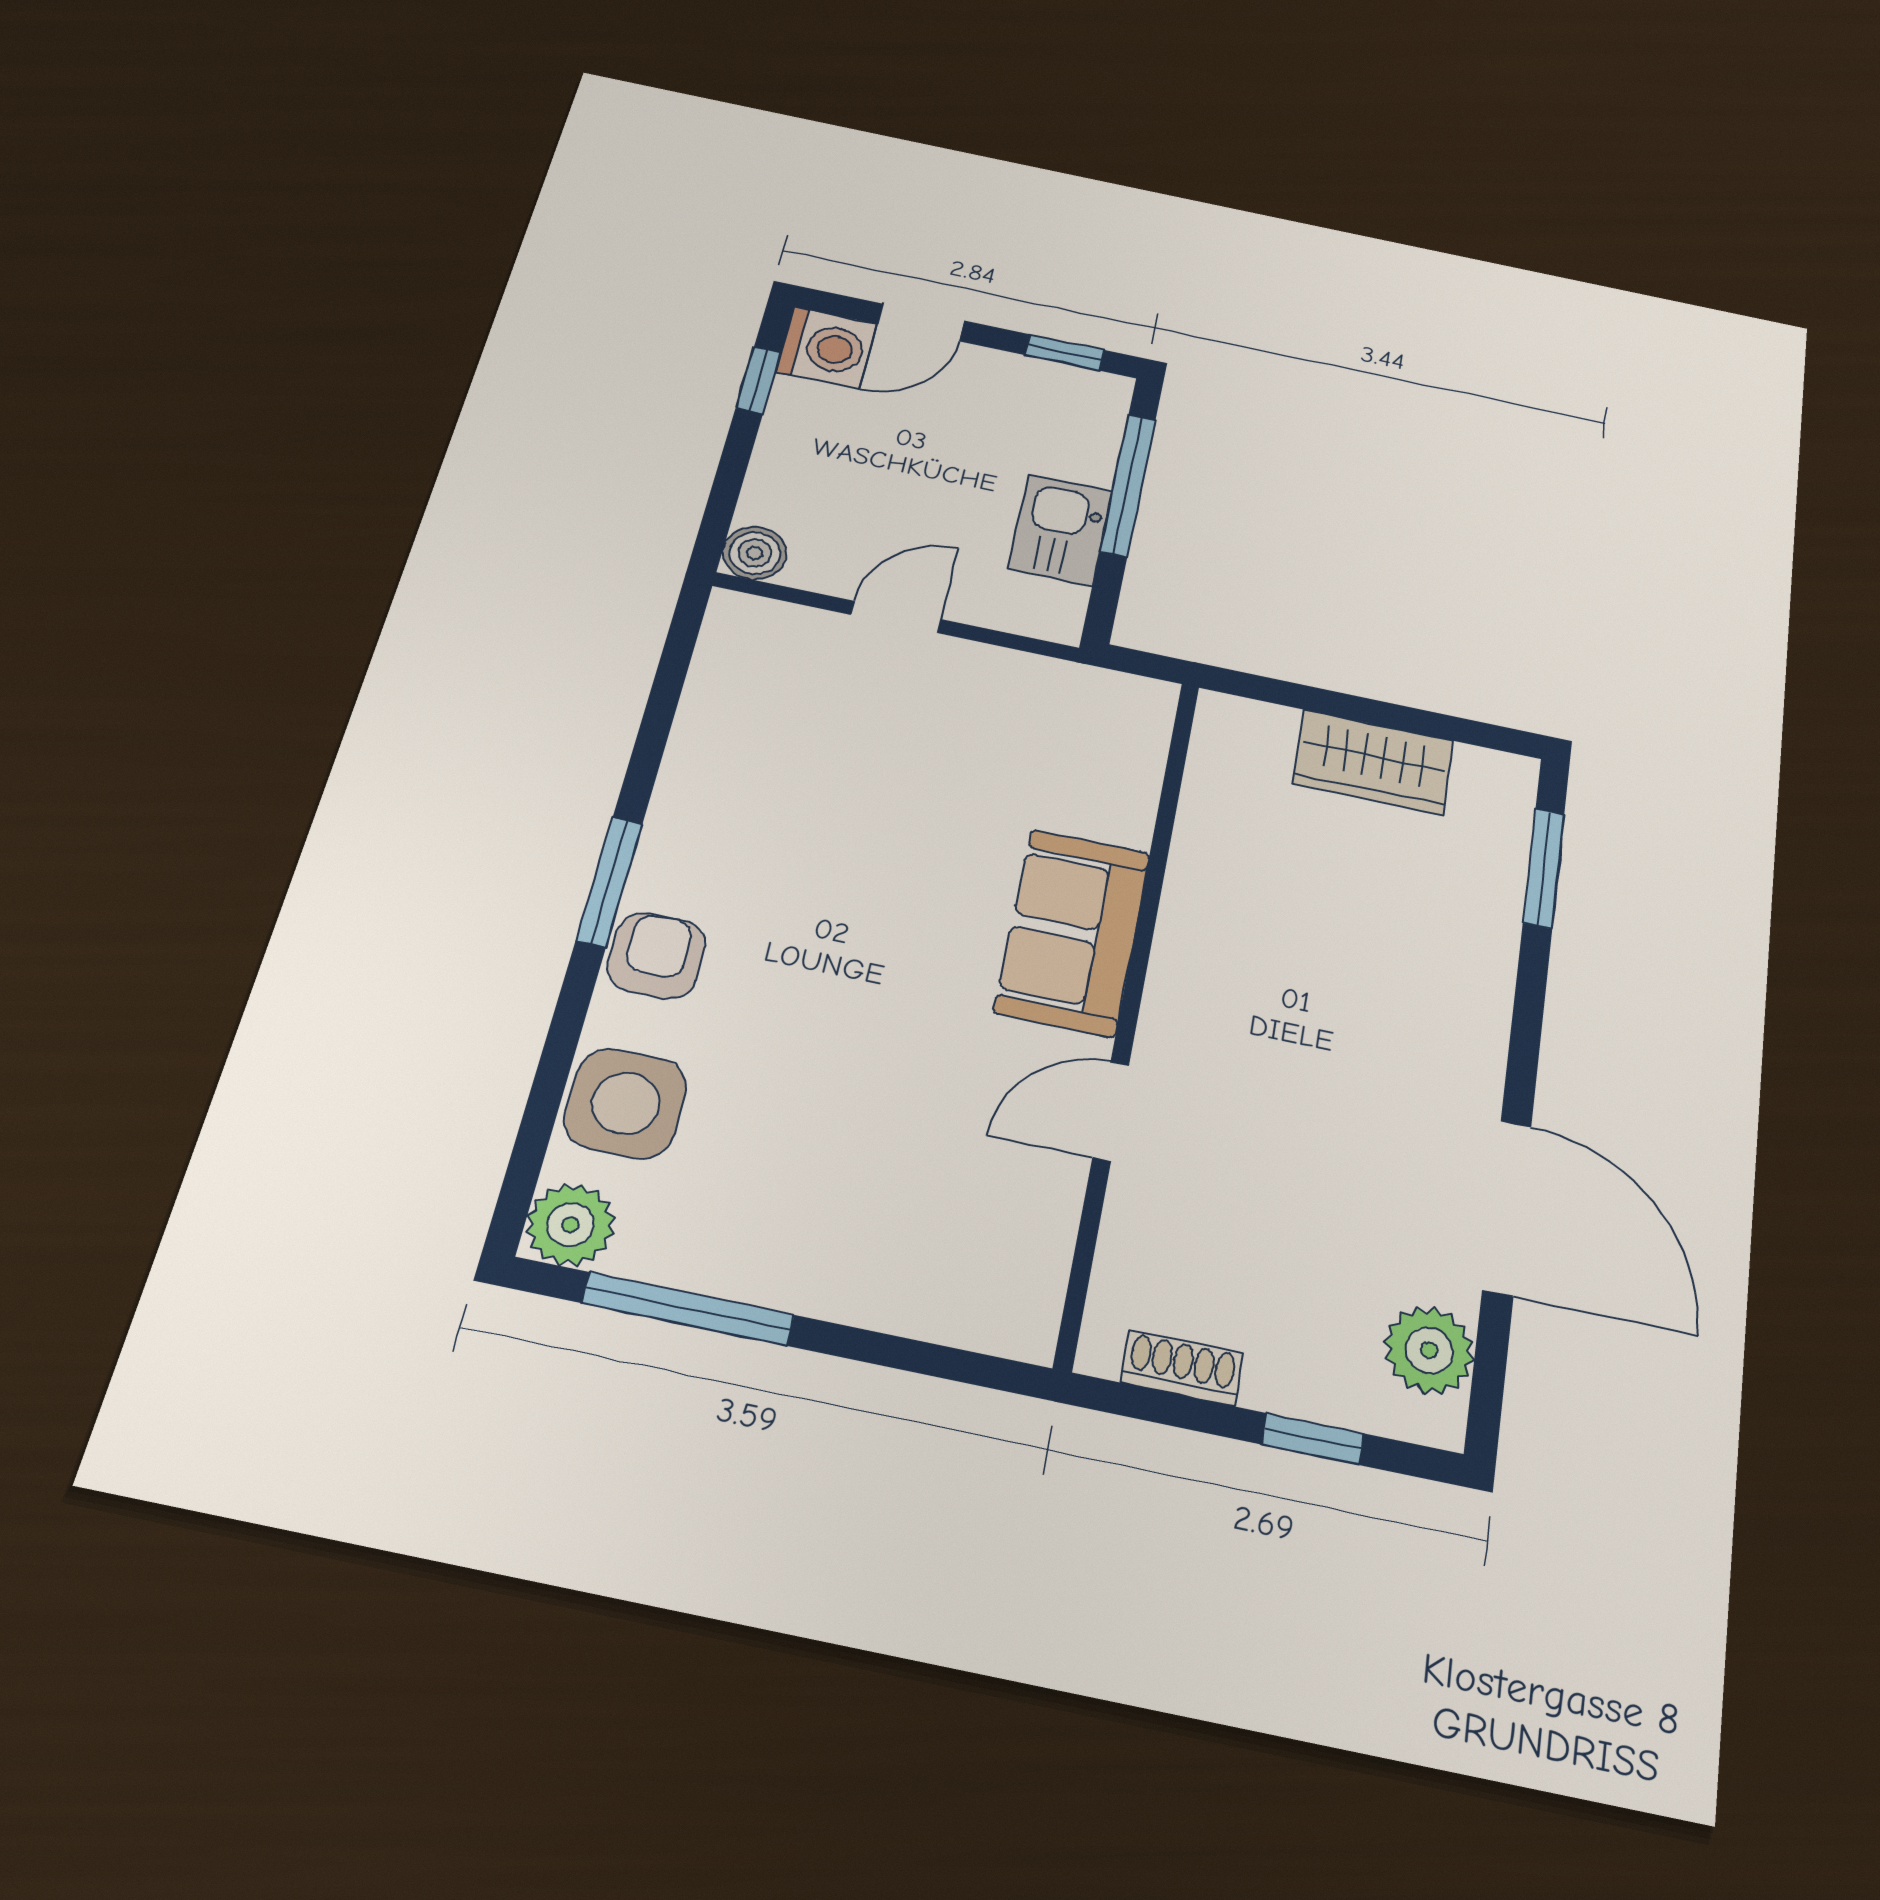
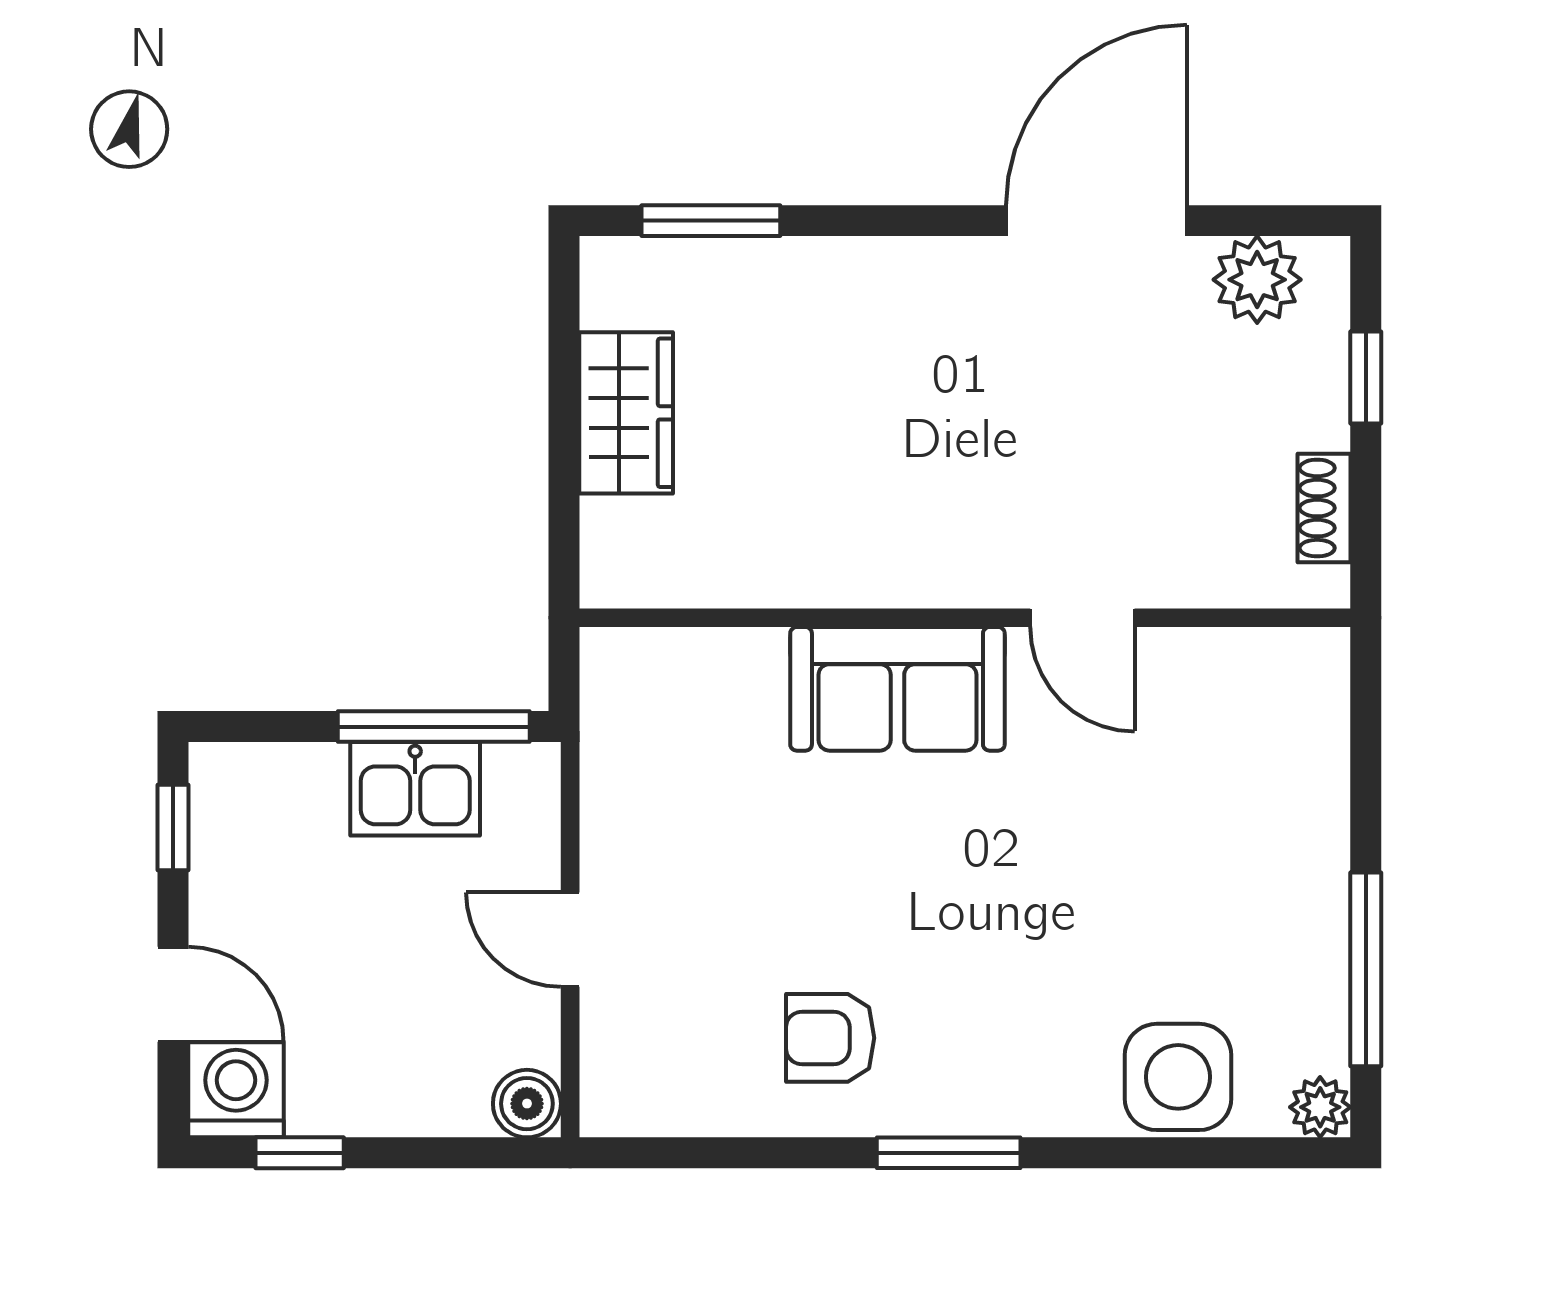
window: (1128, 485) -> (434, 727), moved
armchair: (656, 956) -> (830, 1038), moved
plant: (571, 1225) -> (1320, 1107), width x0.73, depth x0.73

